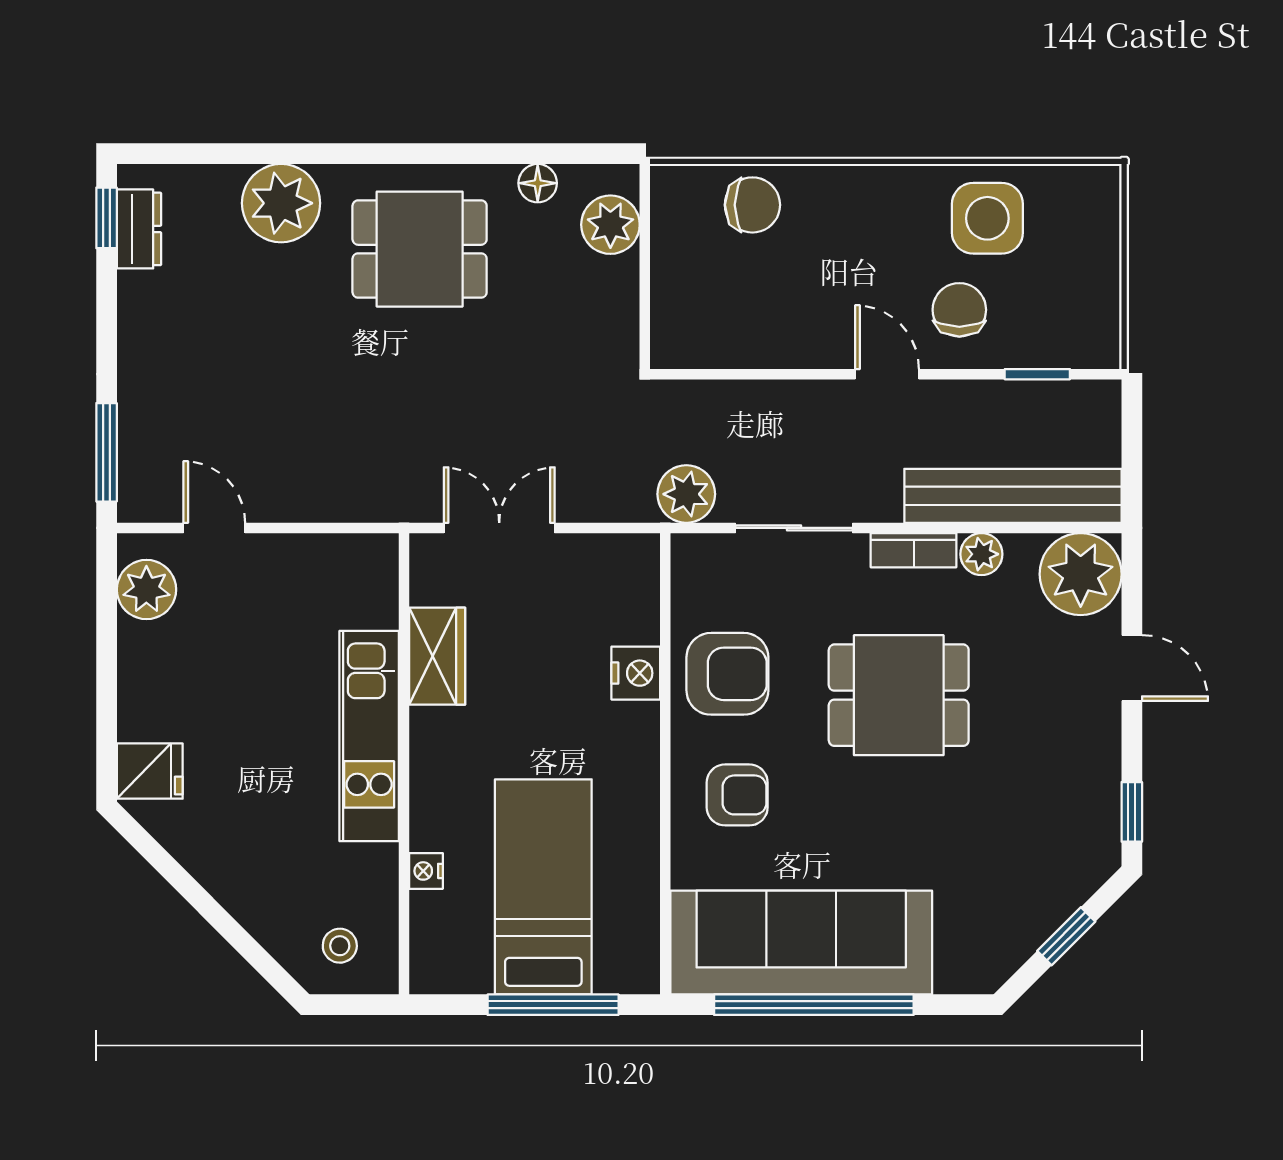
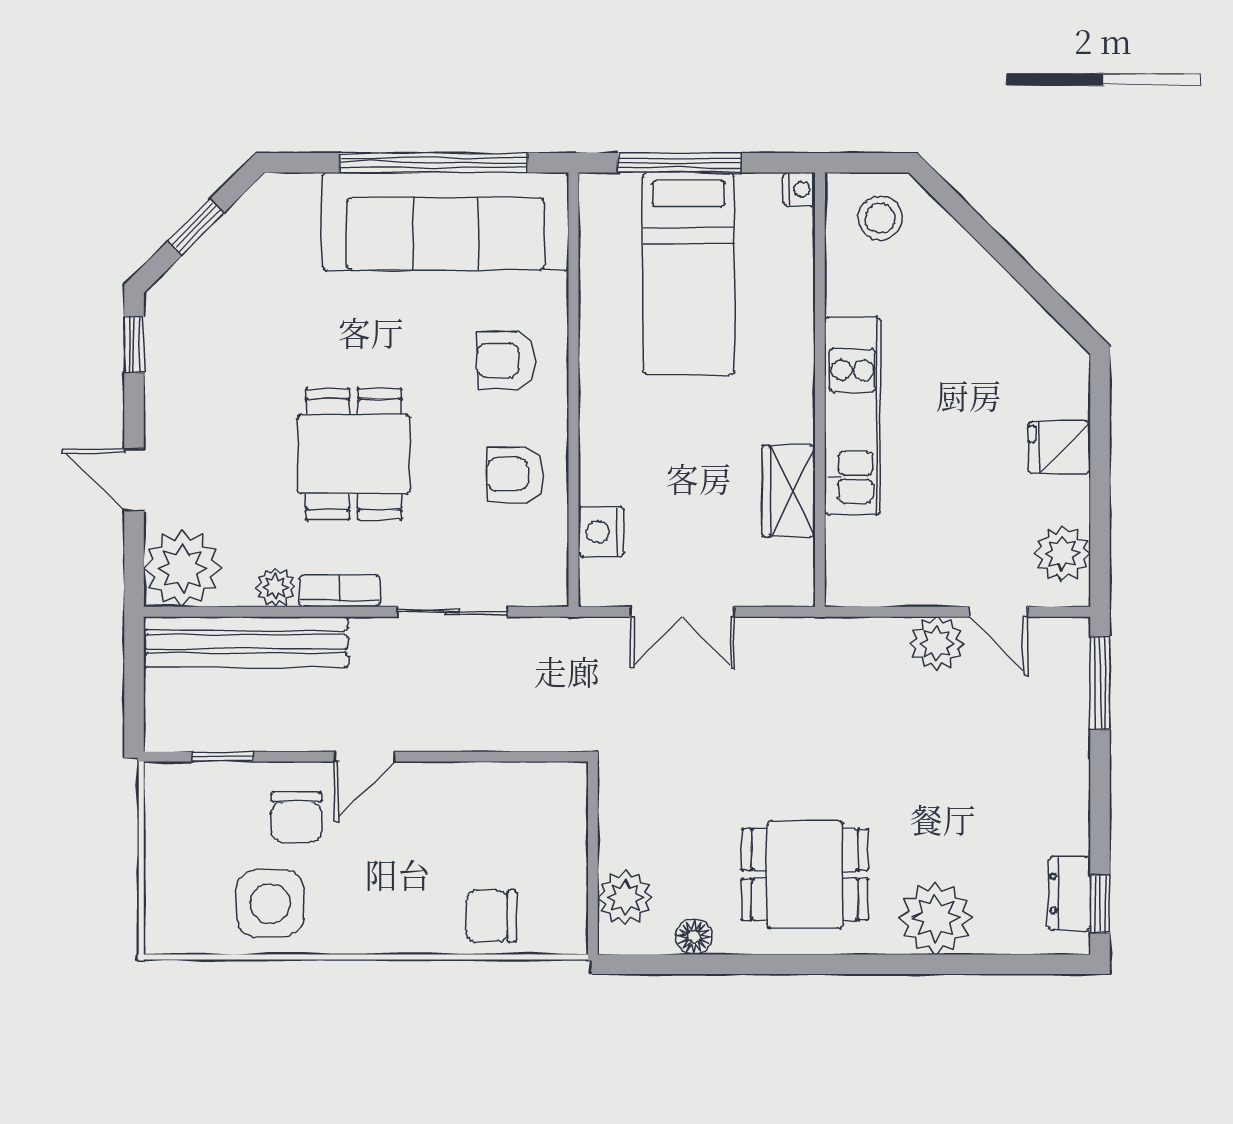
door: (887, 374) -> (365, 757), hinge flipped
plant: (686, 494) -> (937, 644), moved
double door: (499, 528) -> (682, 612), moved
nightstand: (636, 673) -> (601, 532), moved
armchair: (727, 674) -> (515, 474), width x0.72, depth x0.72
dining table: (899, 695) -> (354, 454), turned 90
fridge: (150, 771) -> (1059, 447), moved
nightstand: (426, 871) -> (799, 189), moved
stool: (340, 946) -> (880, 218), width x1.37, depth x1.37

